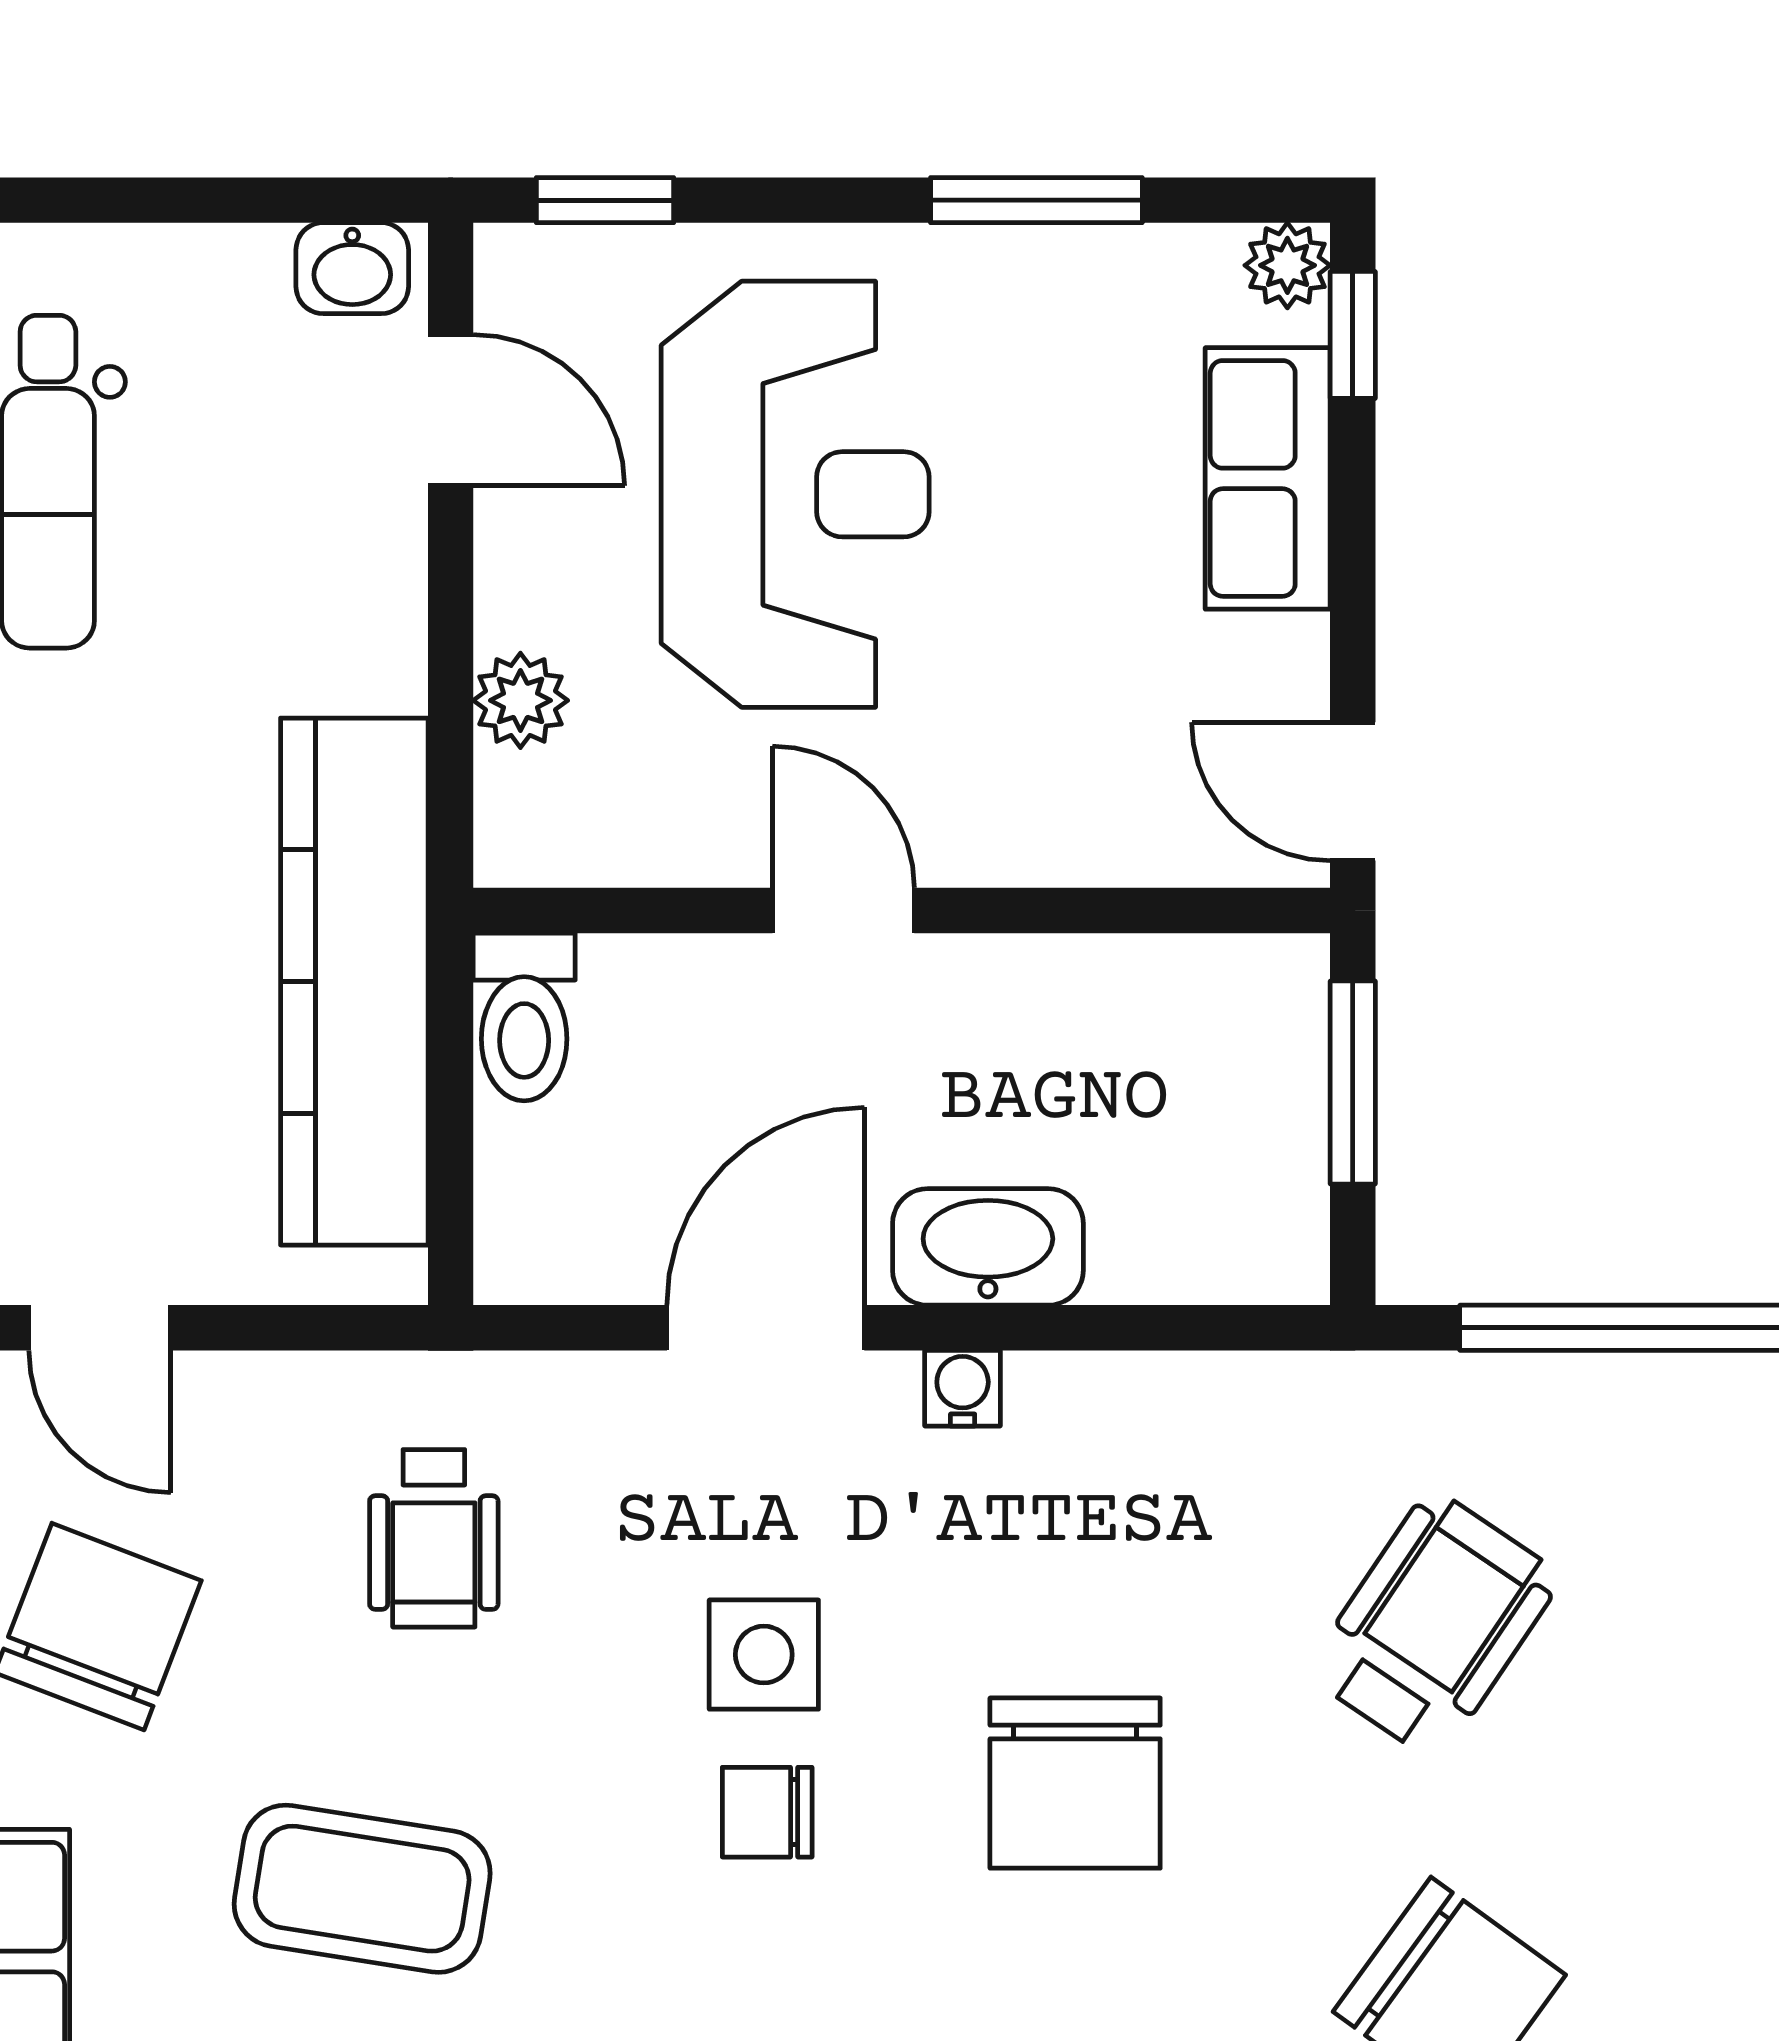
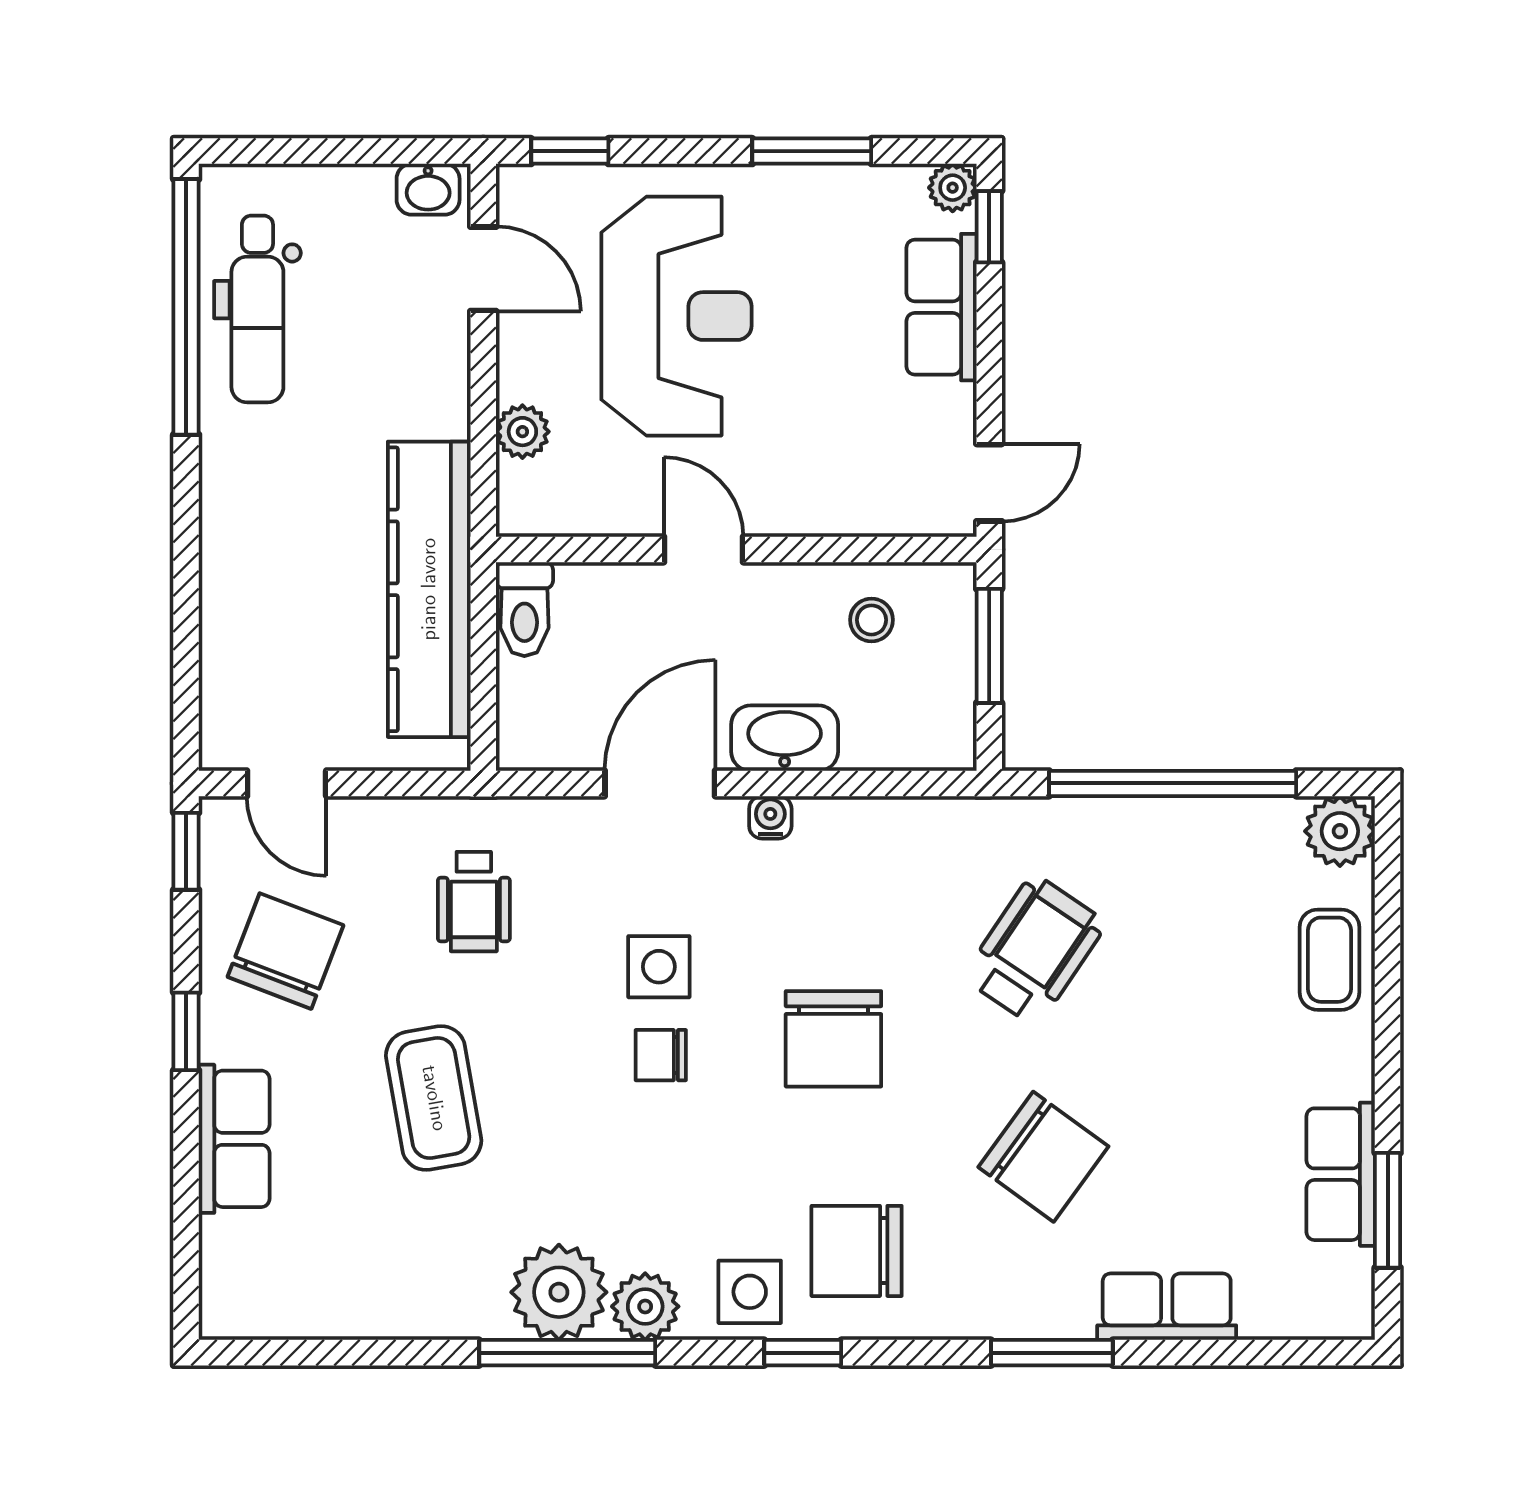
door: (1353, 791) -> (989, 483), swing flipped
stool: (1143, 1036) -> (871, 620), added
coffee table: (362, 1889) -> (434, 1098), turned 71

